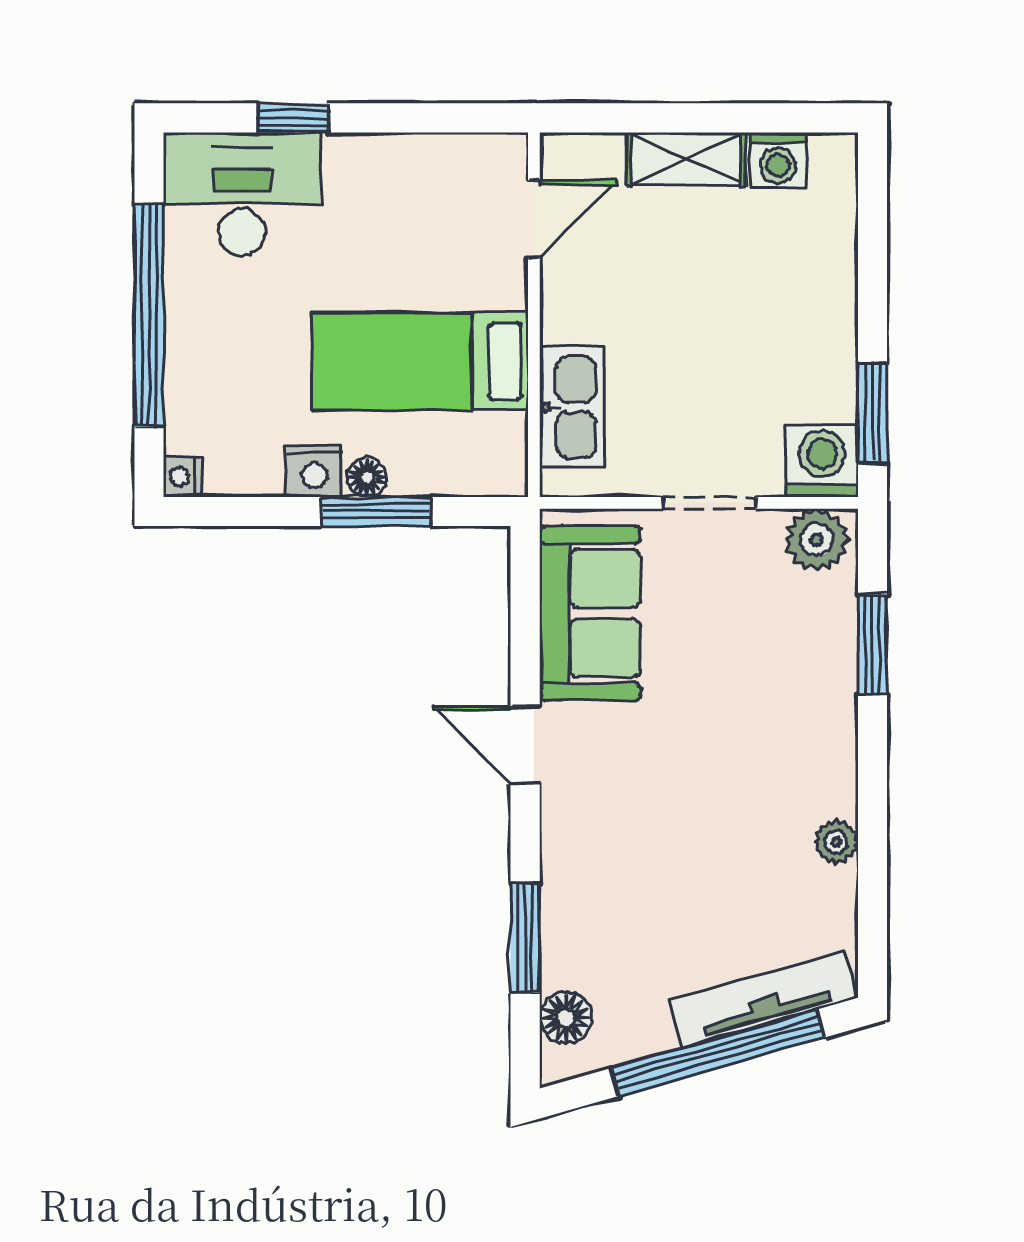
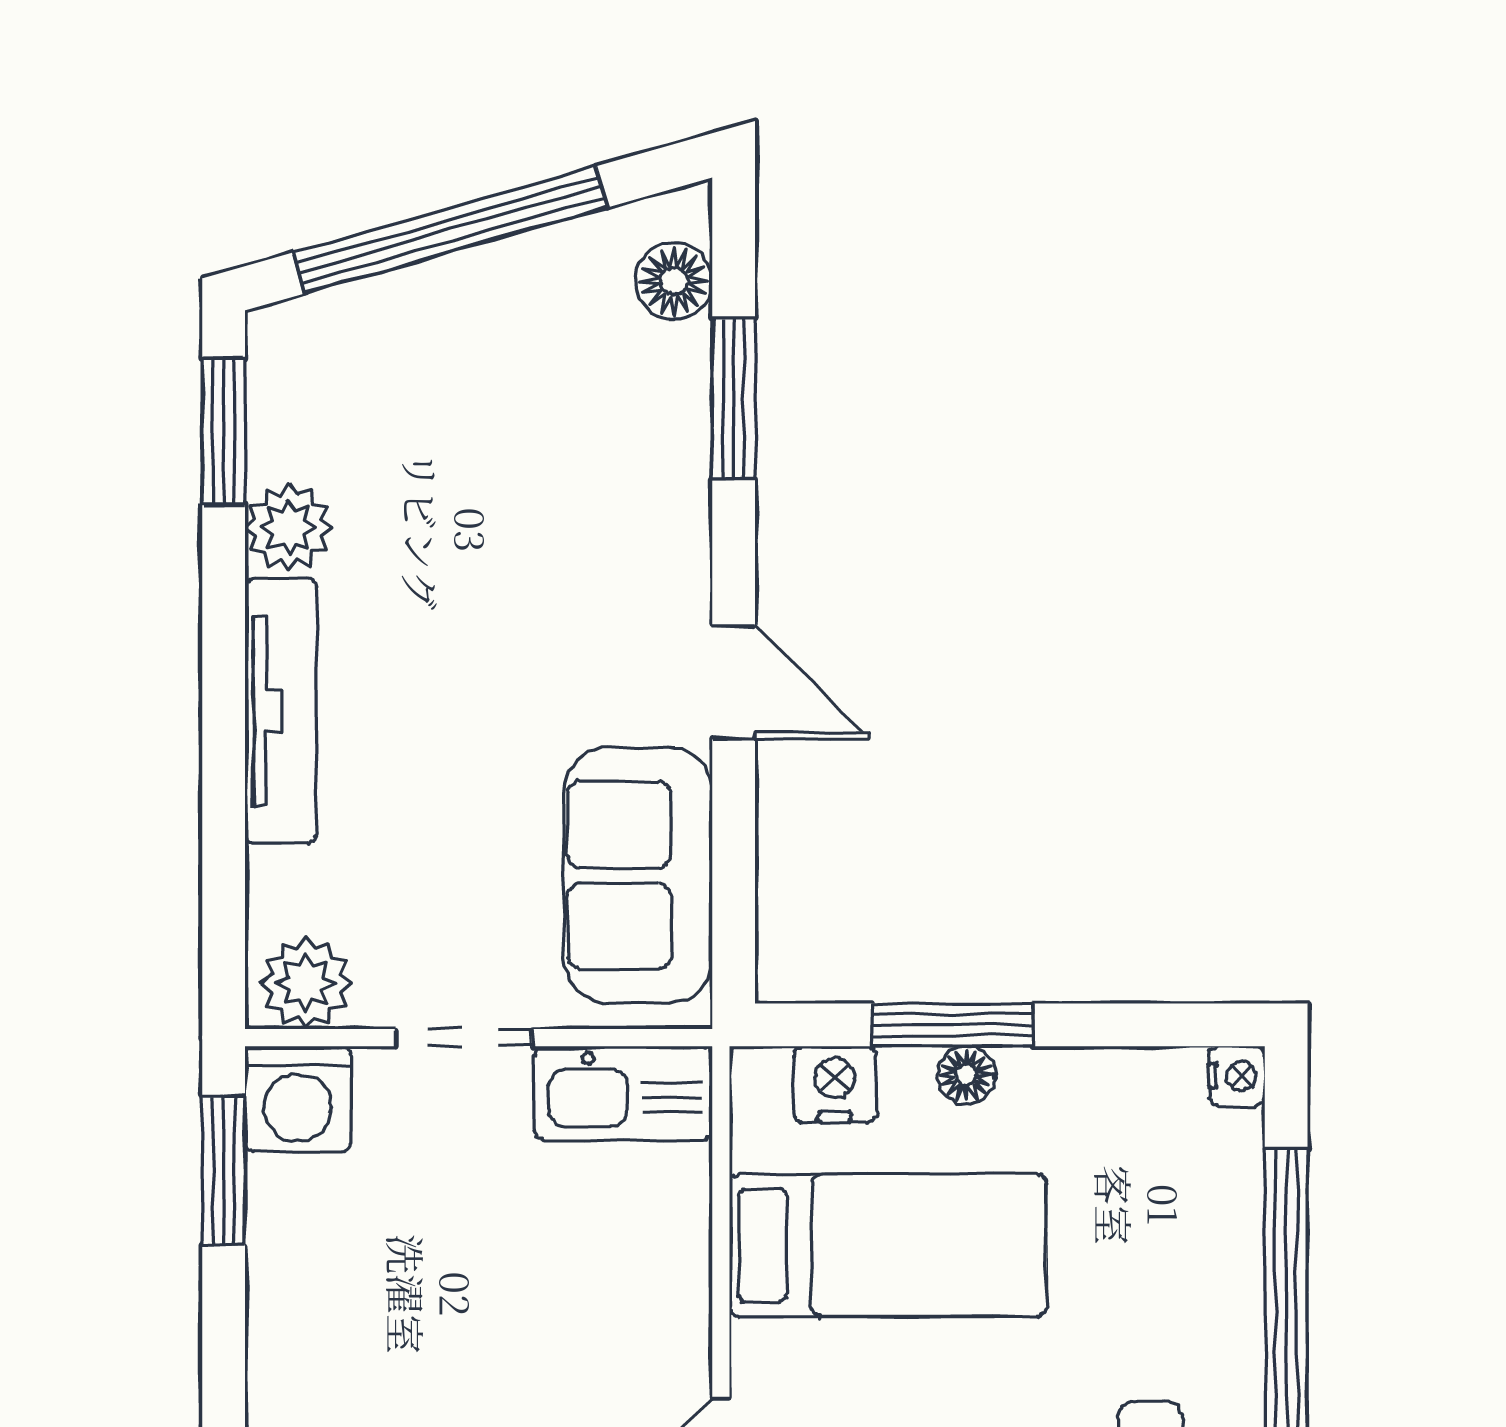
kitchen sink: (572, 407) -> (623, 1093), moved, turned -90
nightstand: (314, 471) -> (835, 1084), moved
window: (872, 644) -> (224, 431), moved
plant: (836, 842) -> (289, 528), width x1.38, depth x1.38
tv unit: (763, 999) -> (281, 711), moved, turned -74

